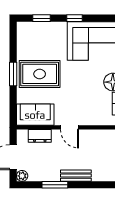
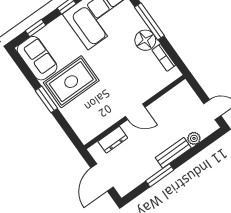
sofa: (35, 115) -> (37, 58), moved, turned 90
plant: (22, 176) -> (194, 138), moved

